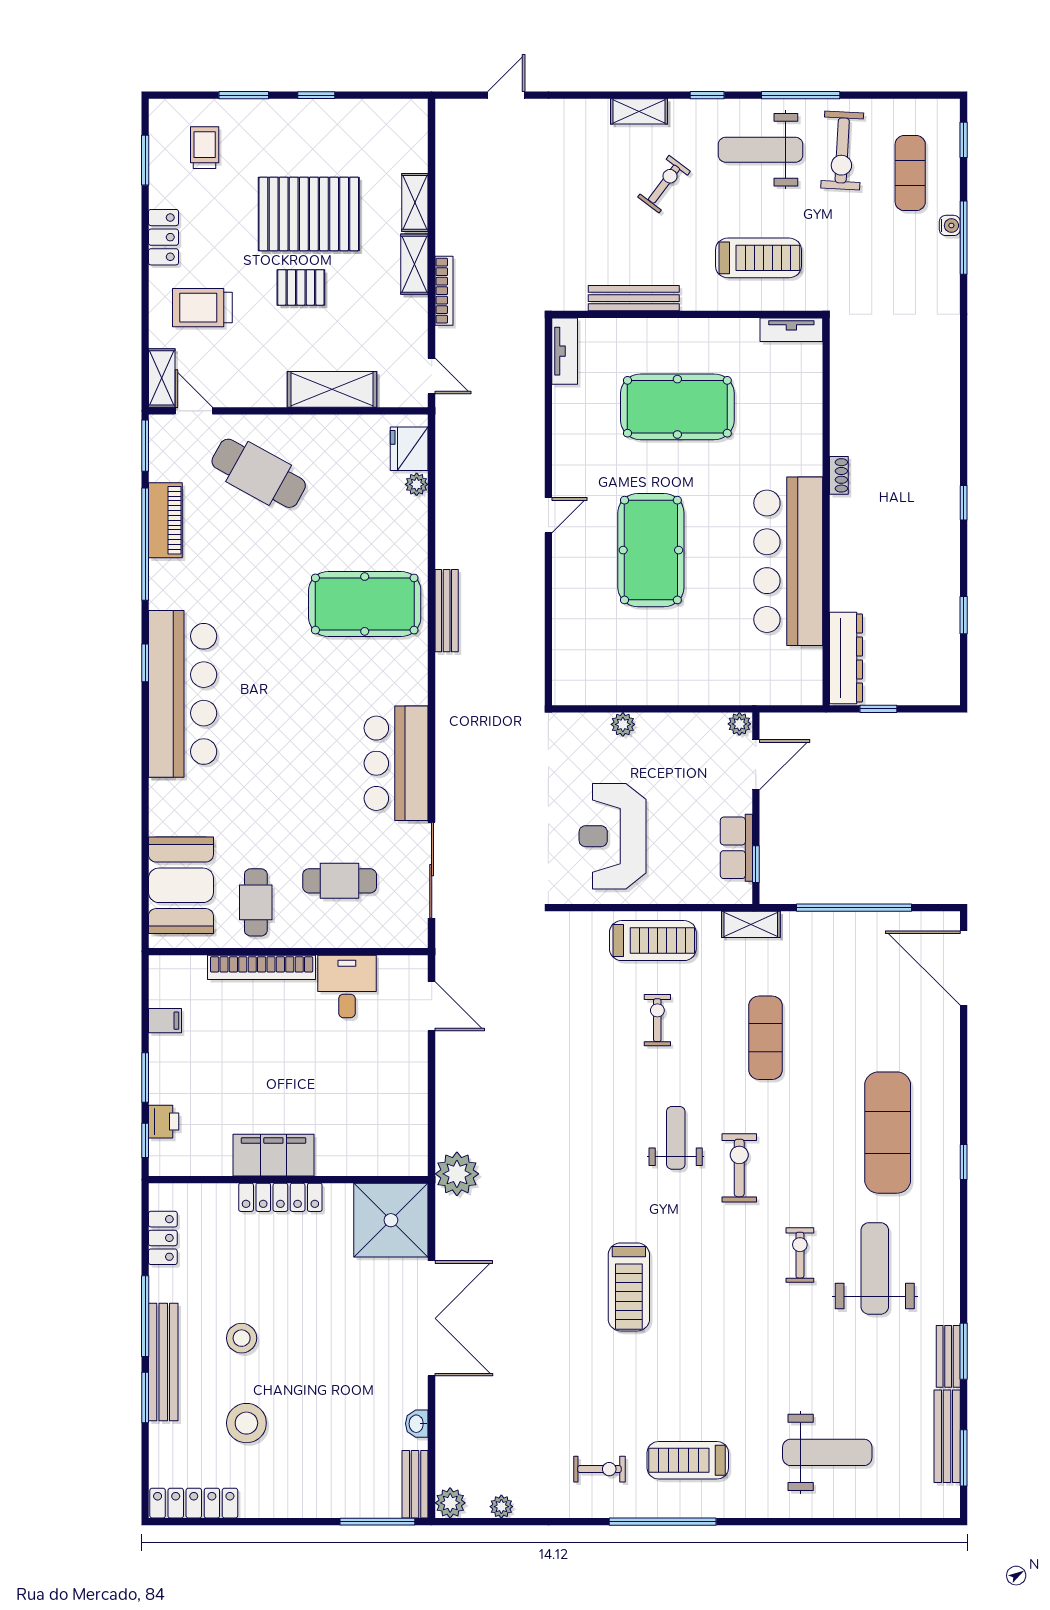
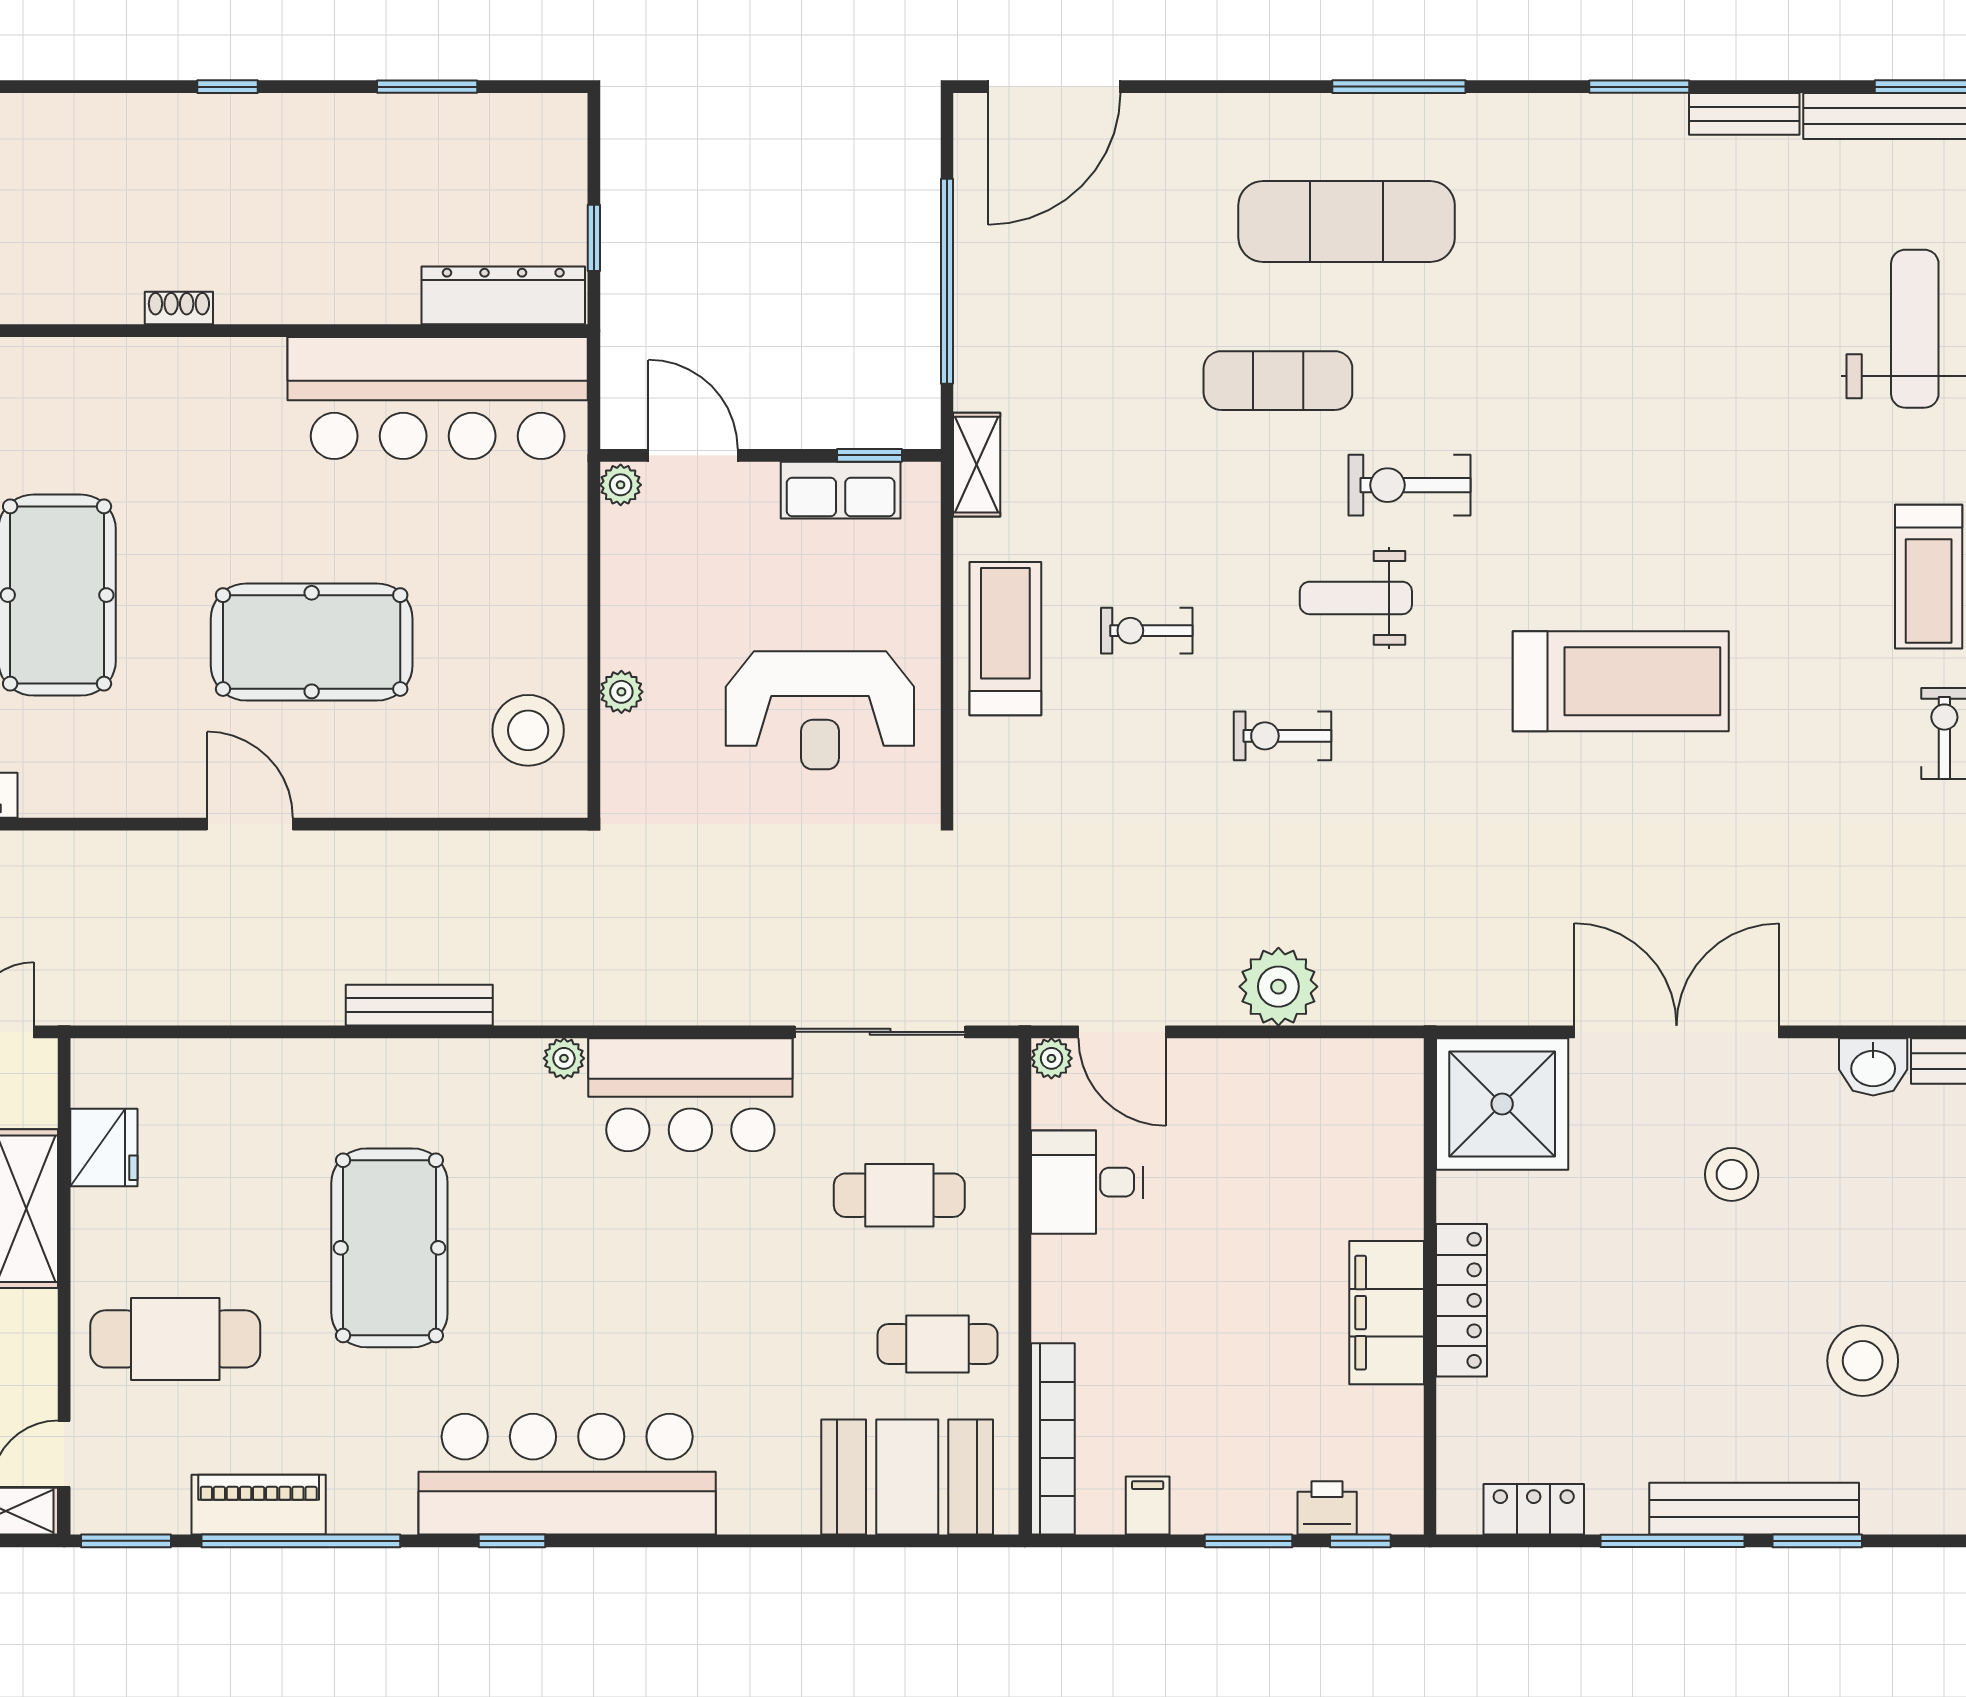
fridge: (409, 449) -> (104, 1148), moved, turned -90
cafe table: (259, 473) -> (175, 1339), turned 61
plant: (417, 484) -> (564, 1058), moved
door: (548, 515) -> (250, 824), width x1.38
bar counter: (788, 561) -> (438, 398), moved
pool table: (365, 604) -> (389, 1248), moved
window: (964, 615) -> (427, 87), width x1.50
stool: (601, 672) -> (528, 730), added
cafe table: (340, 881) -> (899, 1195), turned 90
bookcase: (262, 967) -> (1053, 1439), moved
plant: (417, 967) -> (1051, 1058), added
door: (432, 1006) -> (1122, 1032), swing flipped
exercise mat: (766, 1038) -> (1278, 381), moved
window: (964, 1162) -> (1399, 87), width x2.17
plant: (457, 1174) -> (1278, 987), moved
exercise bike: (800, 1255) -> (1282, 736), moved
weight bench: (875, 1268) -> (1588, 244), removed
treadmill: (629, 1287) -> (1621, 681), width x1.37, depth x1.38
stool: (242, 1338) -> (1732, 1174), moved
window: (964, 1351) -> (1639, 87), moved
washbasin: (417, 1424) -> (1873, 1067), width x1.38, depth x1.45

